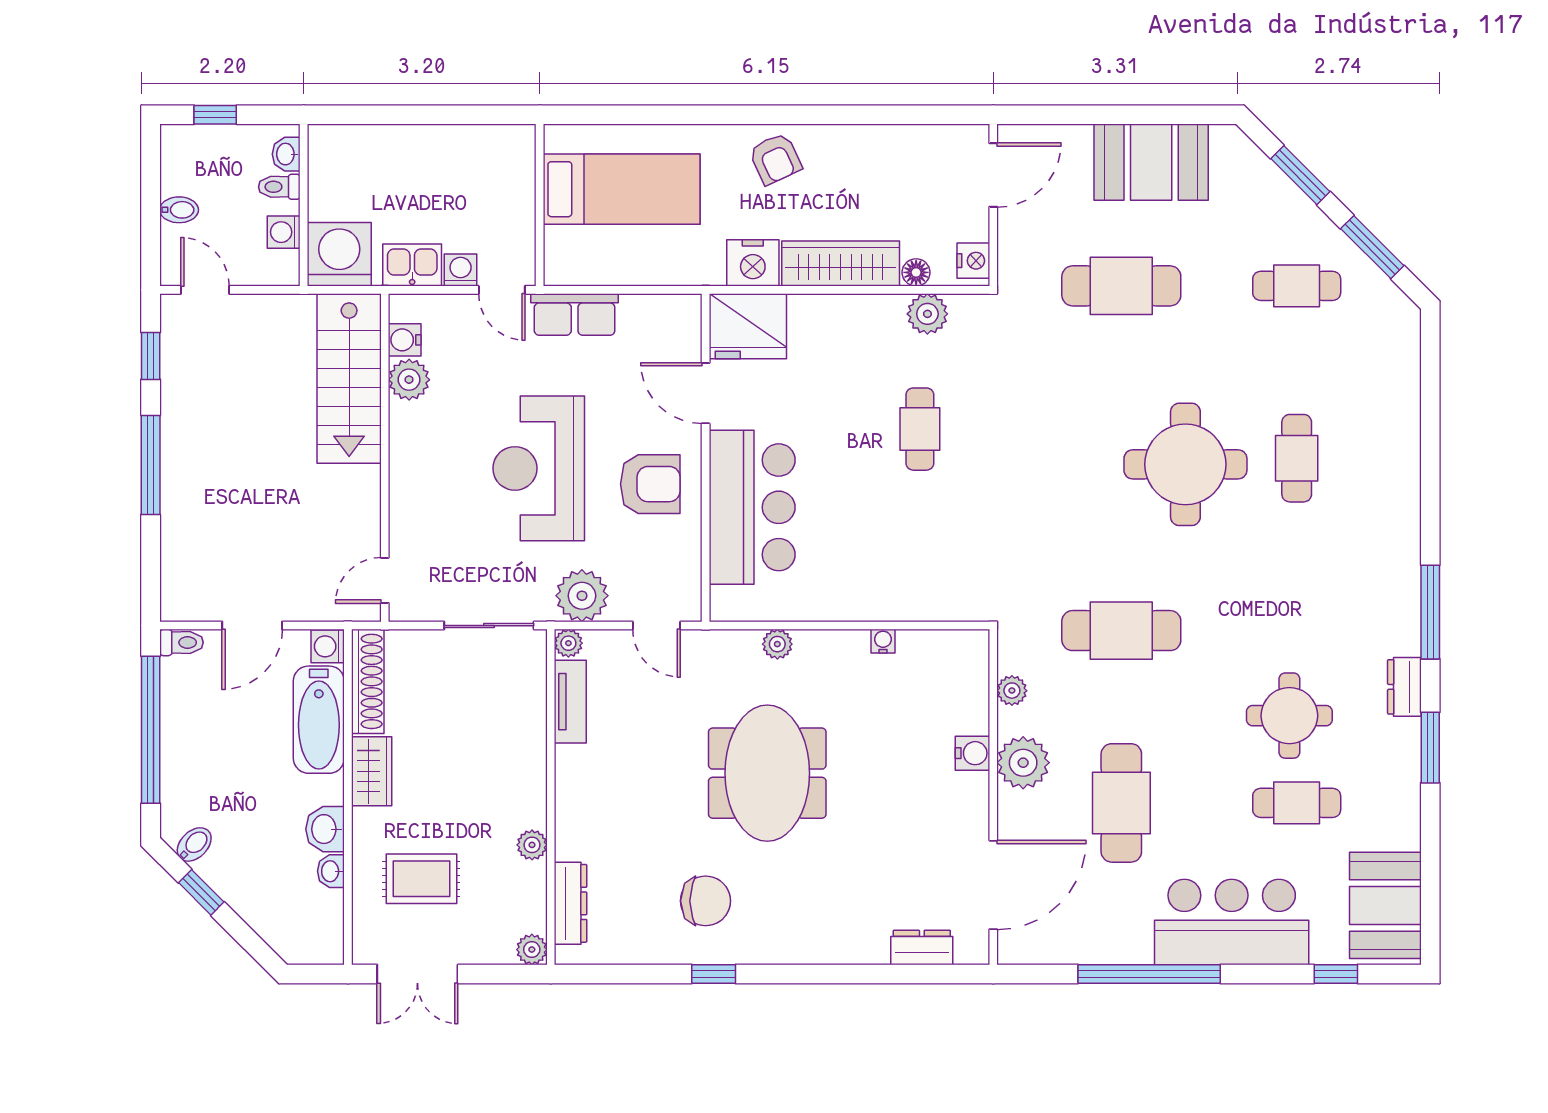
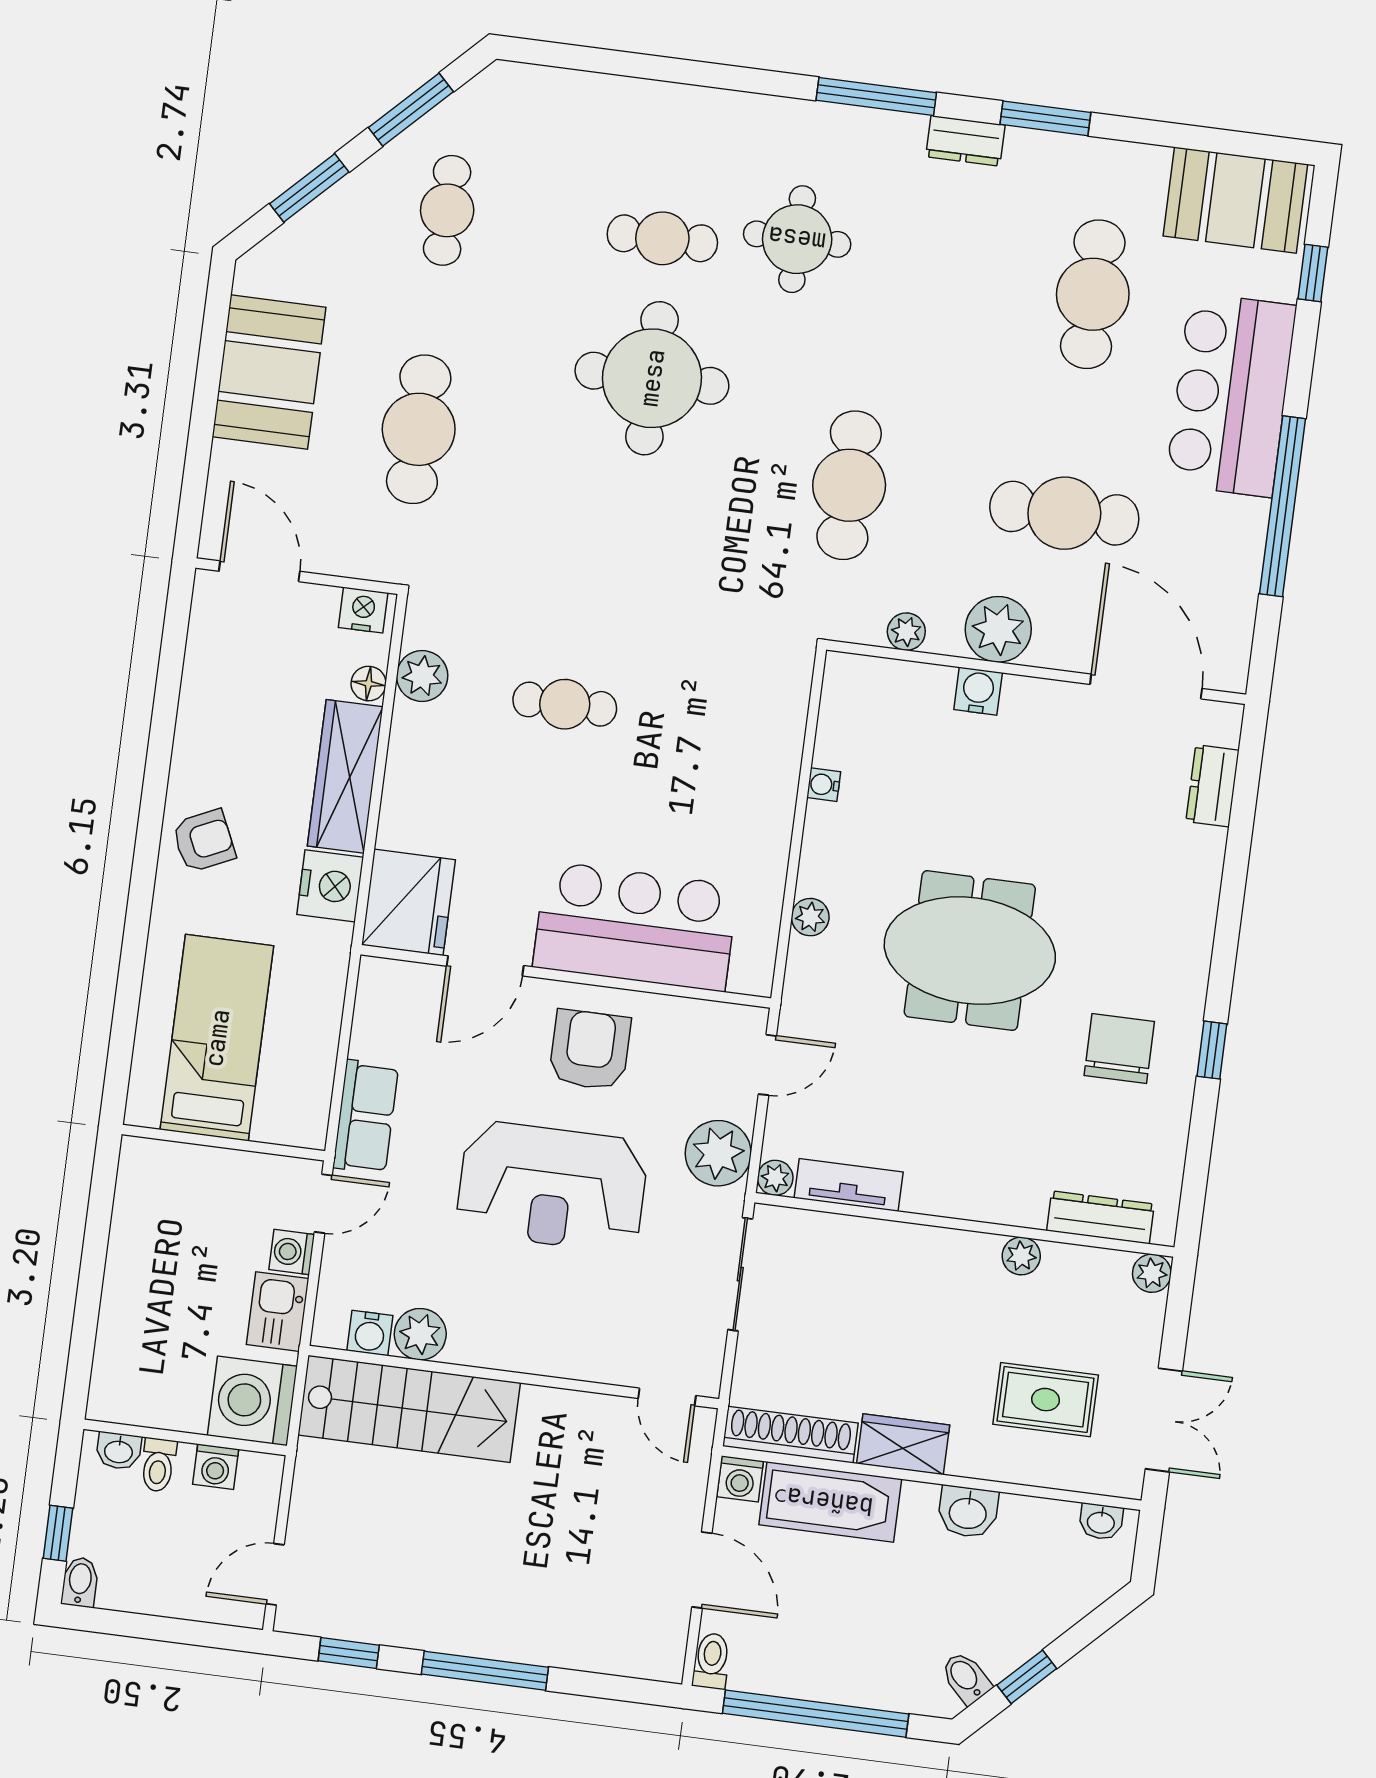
bidet: (179, 210) -> (80, 1582), moved
round table: (1289, 716) -> (797, 239), moved
cafe table: (1297, 803) -> (1093, 294), width x1.37, depth x1.35
washbasin: (331, 871) -> (1101, 1522), moved
rug: (421, 879) -> (1046, 1400), turned 90

